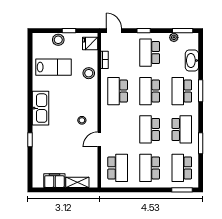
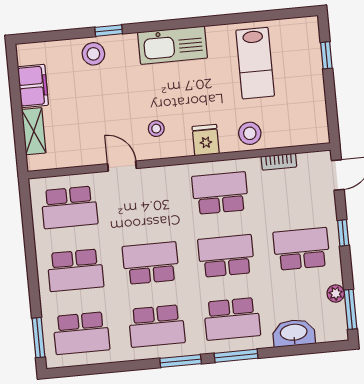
window: (69, 31) -> (326, 55), moved
stool: (58, 40) -> (93, 54), moved
fridge: (90, 43) -> (206, 140), moved
school desk: (182, 91) -> (232, 319), turned 180
window: (201, 143) -> (181, 361), moved
school desk: (150, 168) -> (75, 270), turned 180
school desk: (182, 168) -> (81, 333), turned 180

